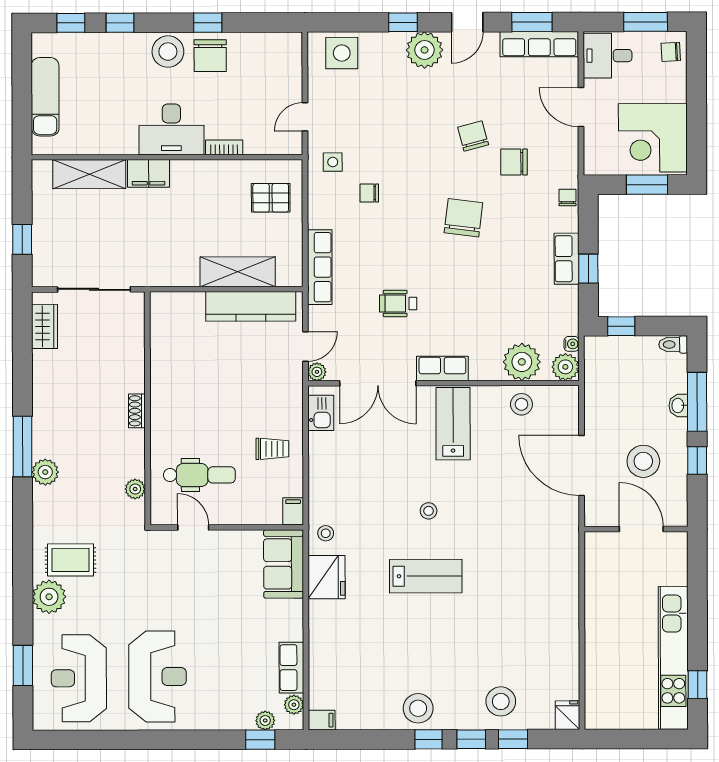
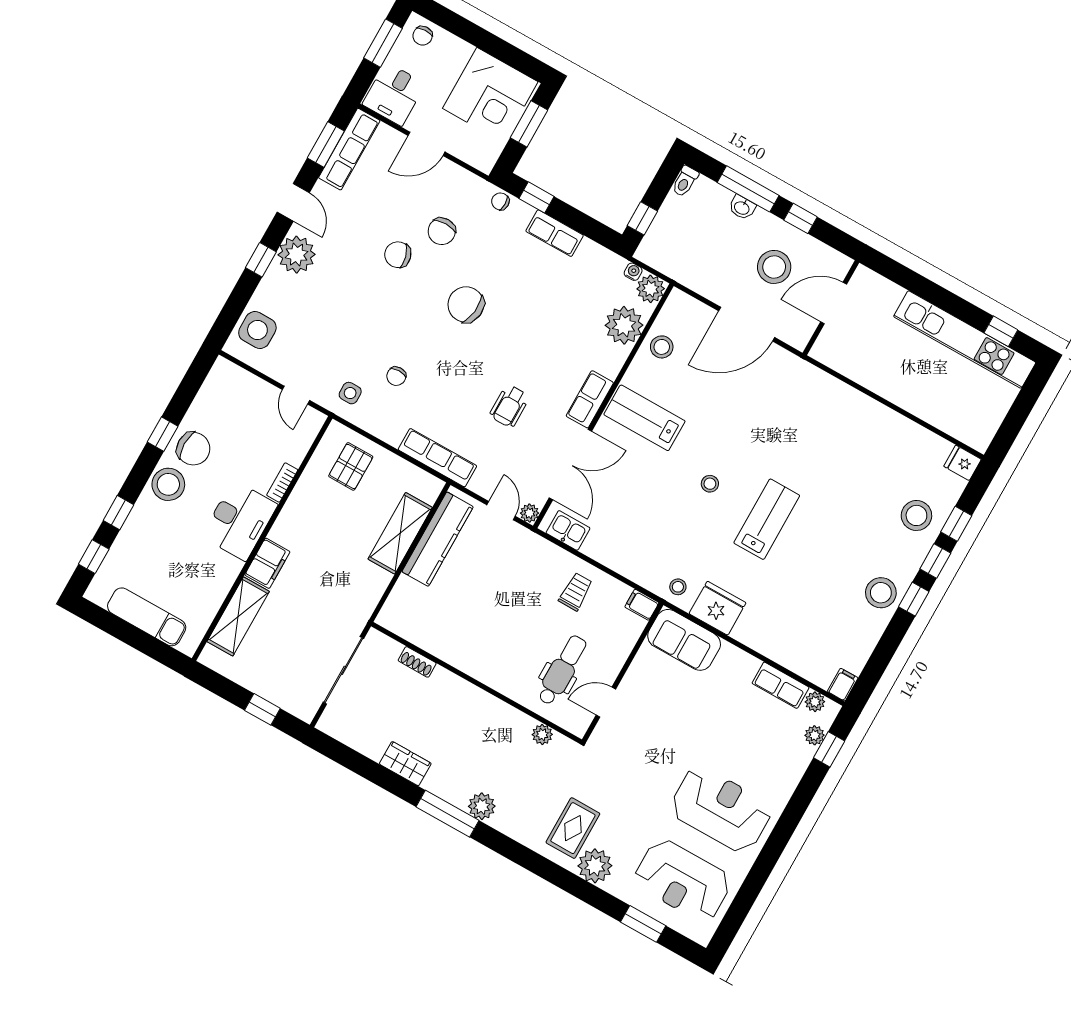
window: (588, 269) -> (537, 197), moved
wardrobe: (45, 326) -> (405, 764), moved
shoe rack: (137, 411) -> (417, 662), moved

